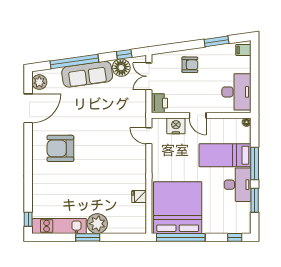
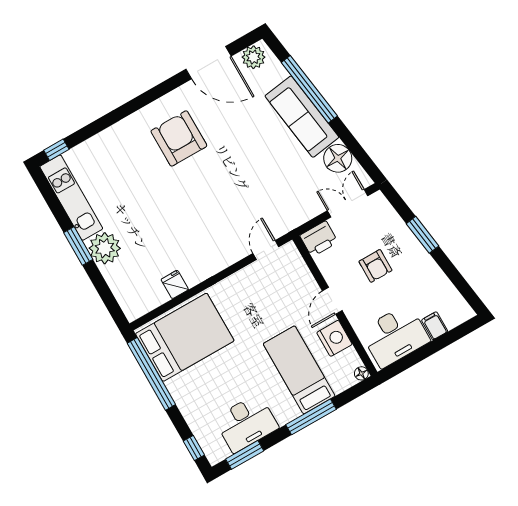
window: (216, 41) -> (423, 235), moved
filing cabinet: (243, 50) -> (435, 326), moved
window: (124, 54) -> (358, 152), removed
armchair: (190, 65) -> (375, 266), moved
nightstand: (176, 126) -> (334, 338), moved
desk: (238, 185) -> (246, 423), moved
window: (255, 200) -> (245, 455), moved
bed: (178, 208) -> (185, 337), width x0.73

